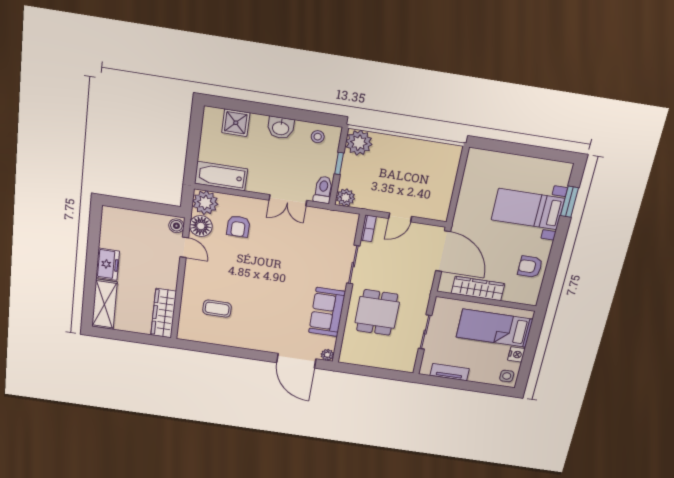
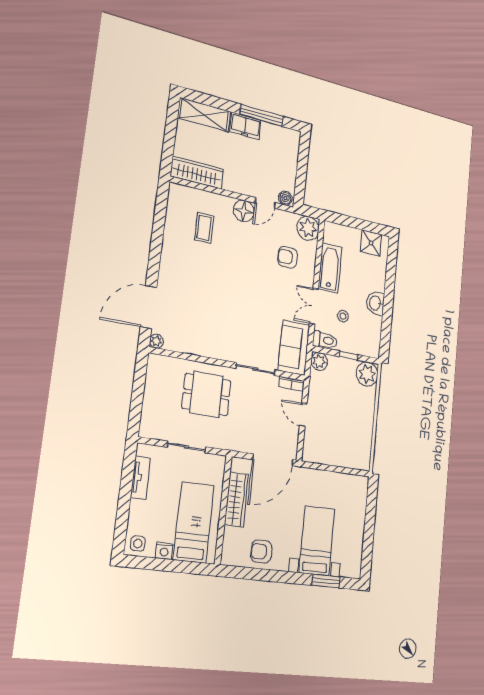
shower: (236, 123) -> (371, 243), moved
stool: (318, 137) -> (343, 316), moved
bathtub: (221, 176) -> (330, 268), moved
floor lamp: (201, 226) -> (244, 211), moved
window: (93, 247) -> (262, 115), added
armchair: (530, 267) -> (261, 552), turned -90
sofa: (327, 312) -> (294, 348), moved, turned -90

